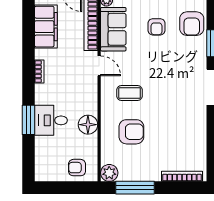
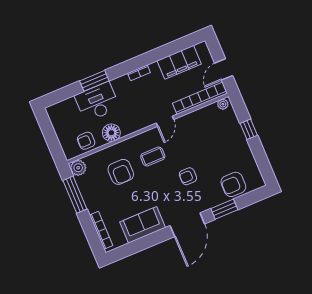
armchair: (157, 27) -> (188, 176), moved
sofa: (113, 29) -> (143, 225), moved, turned 180
coffee table: (129, 93) -> (153, 156), turned 90
desk: (51, 120) -> (97, 102), width x1.37
armchair: (77, 168) -> (86, 141), moved, turned -90

